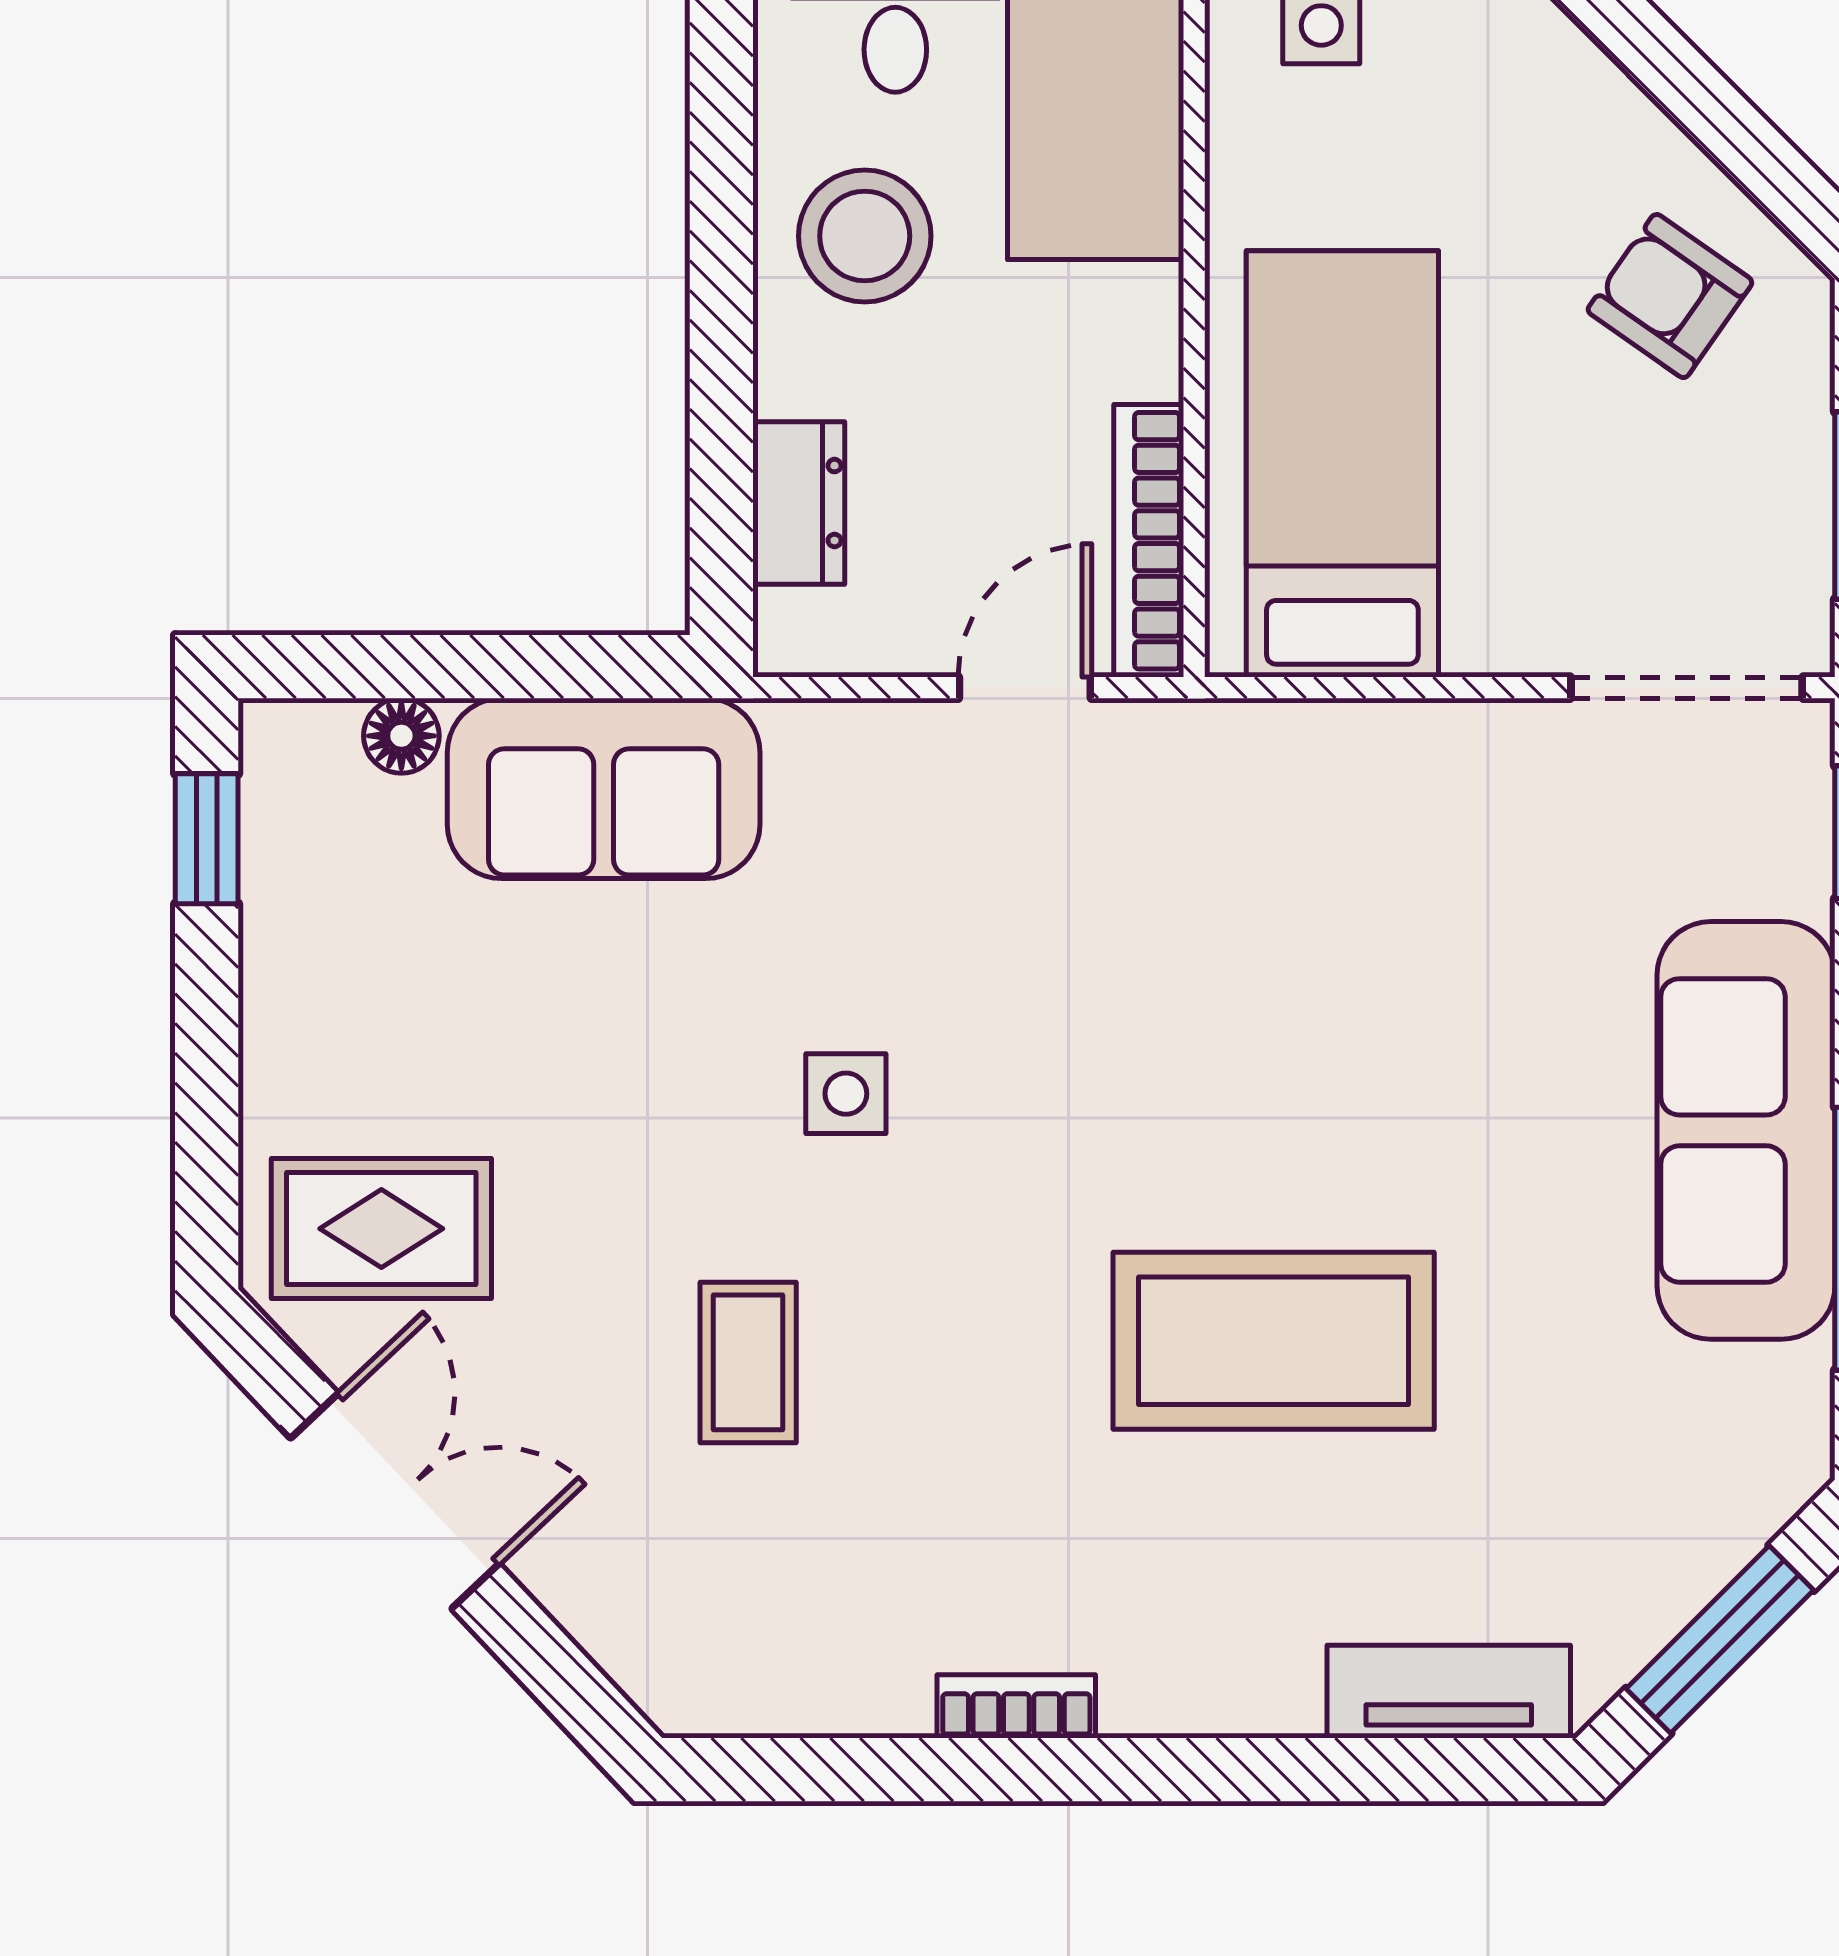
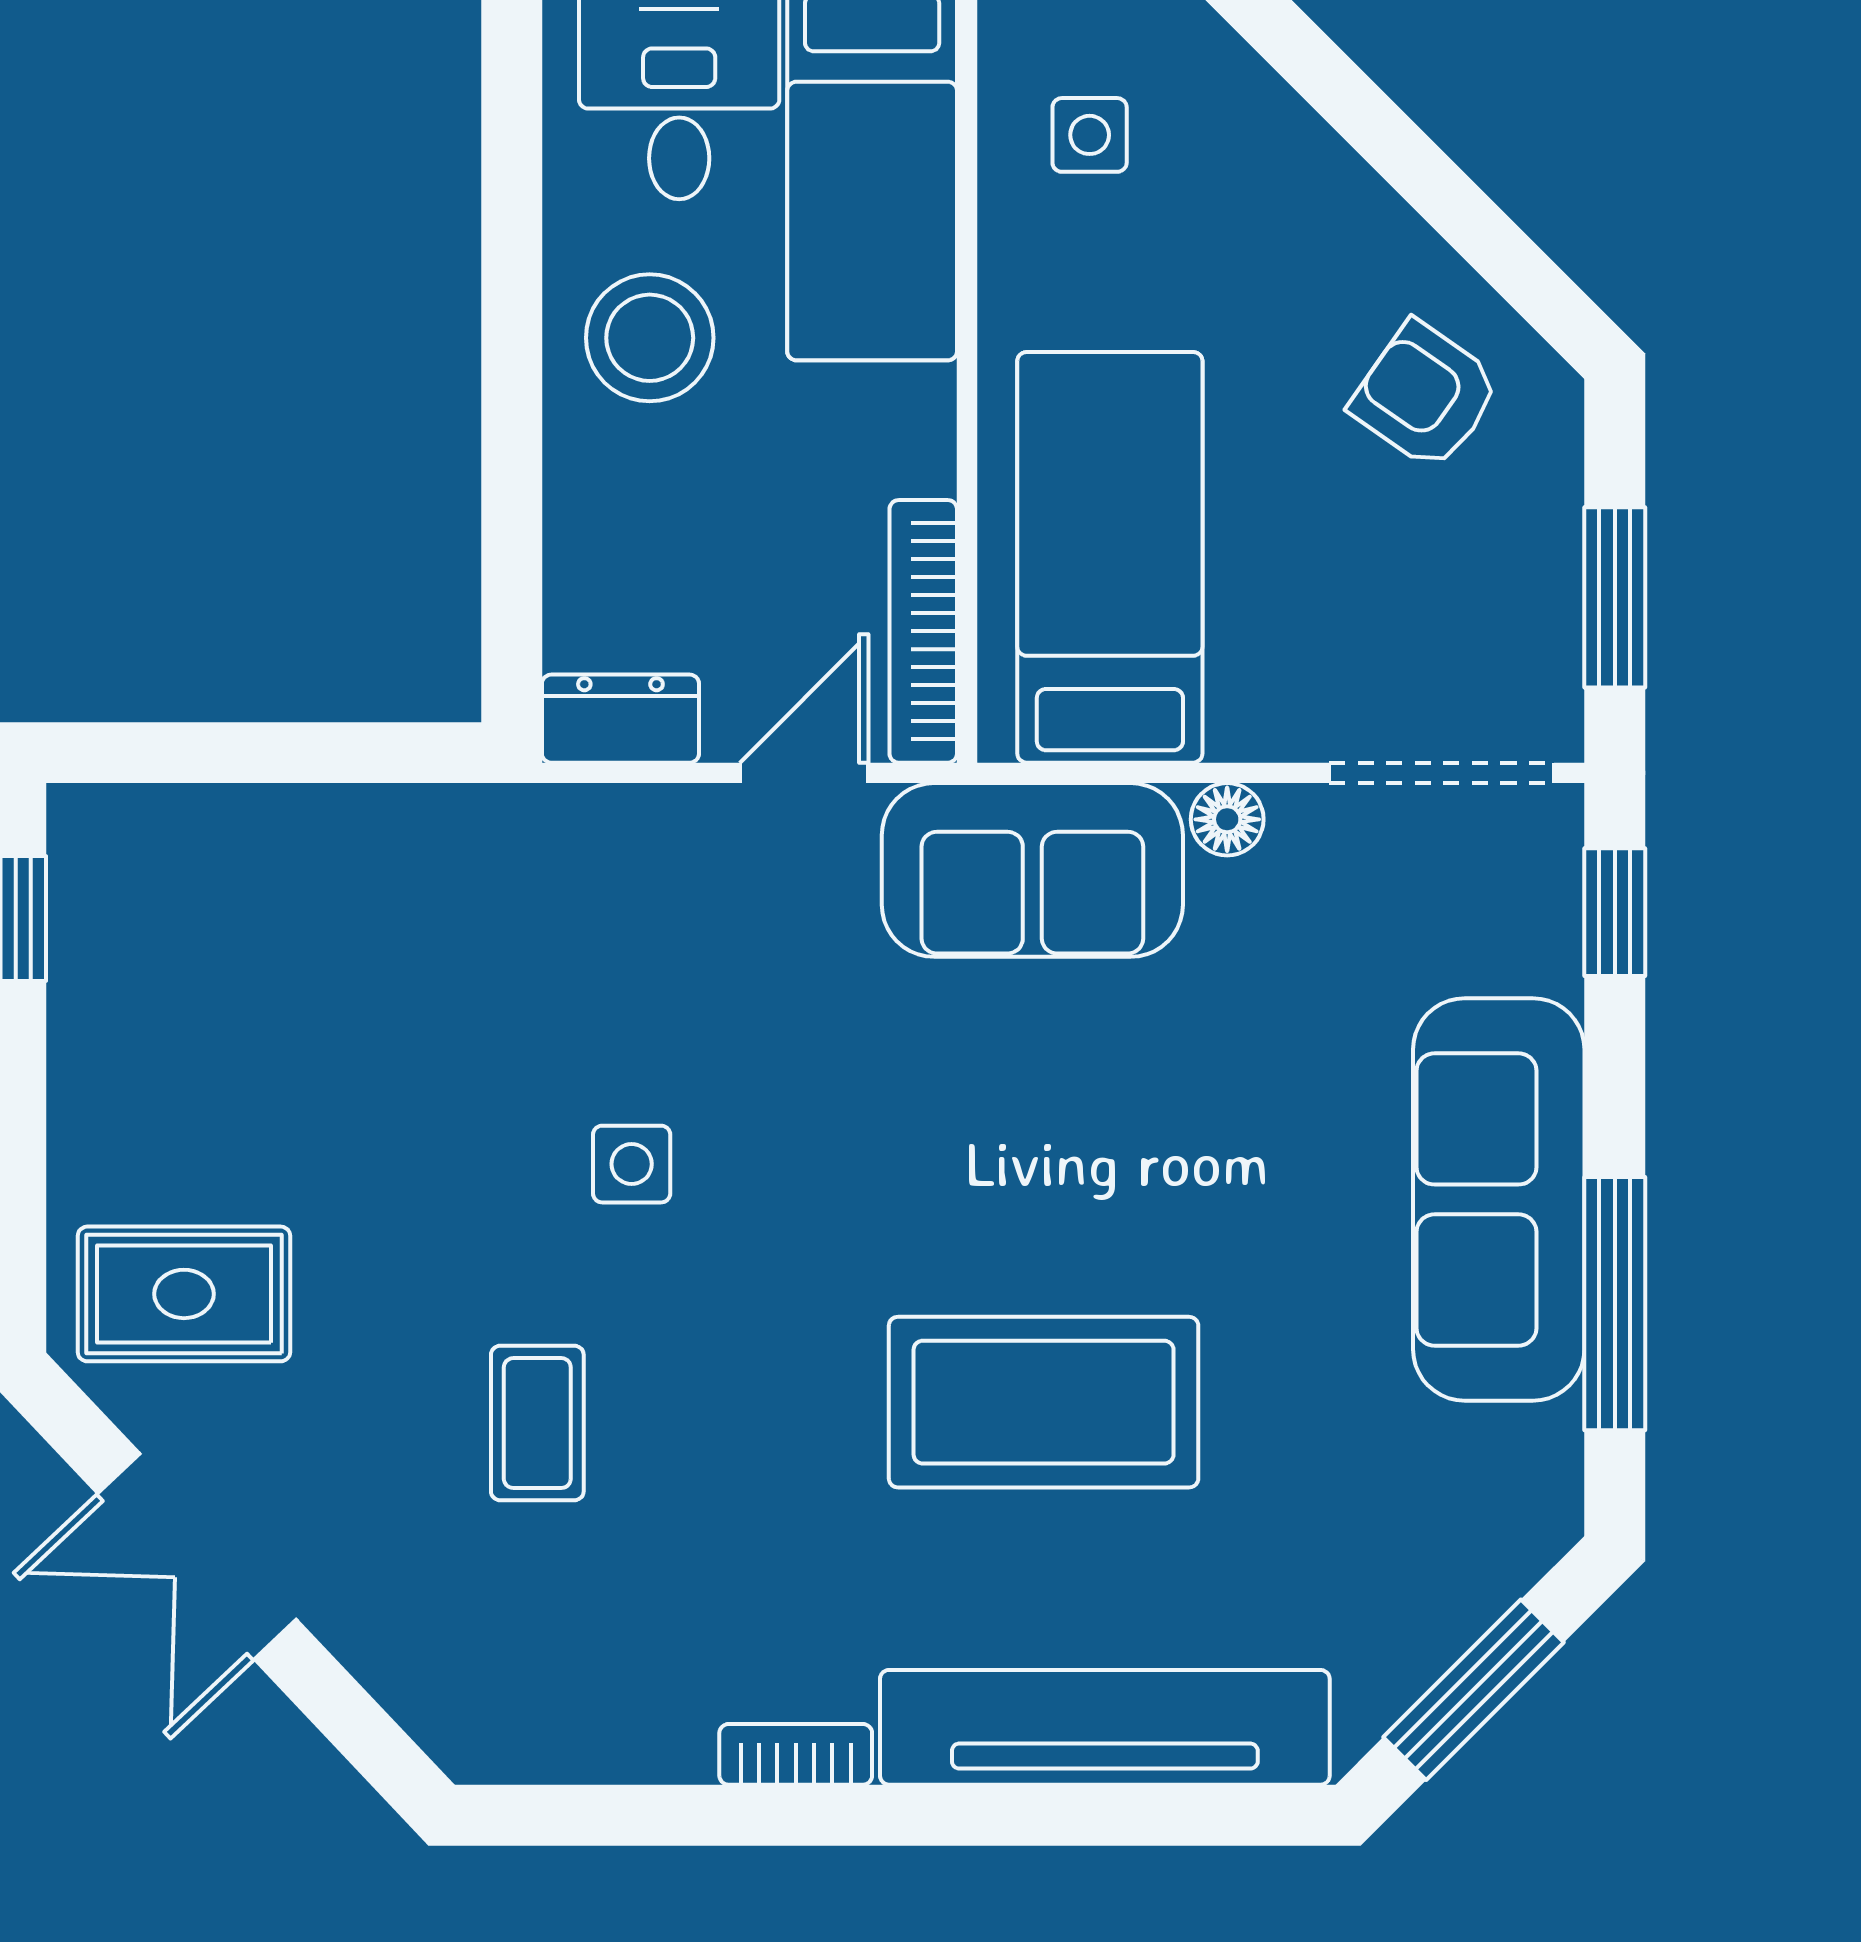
dresser: (799, 503) -> (620, 719), moved, turned -90
floor lamp: (401, 736) -> (1227, 819), moved
sofa: (604, 788) -> (1032, 870), moved
double door: (395, 1501) -> (197, 1556), swing flipped
tv unit: (1449, 1692) -> (1105, 1727), width x1.92, depth x1.29

